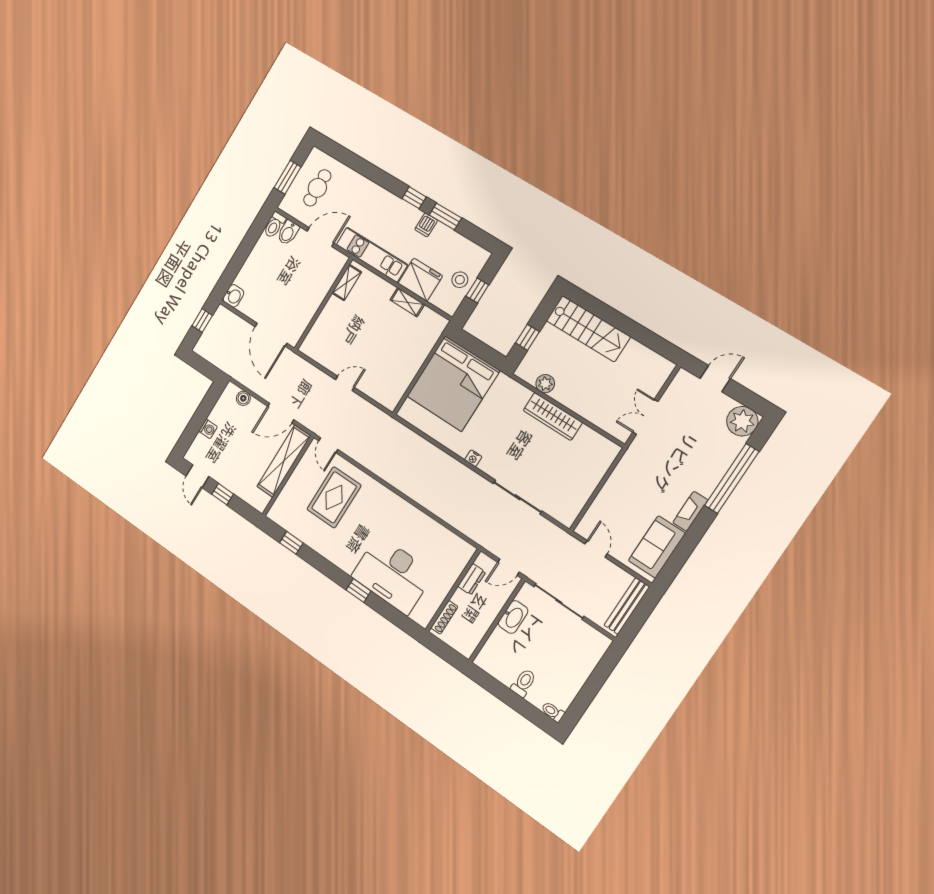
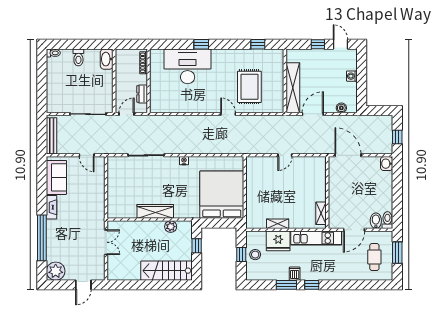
door: (328, 445) -> (228, 114), moved
washbasin: (513, 617) -> (107, 59), moved

